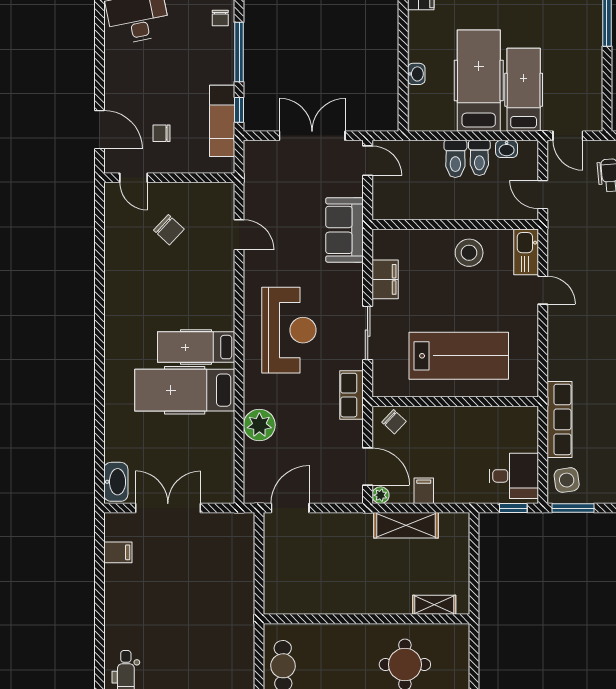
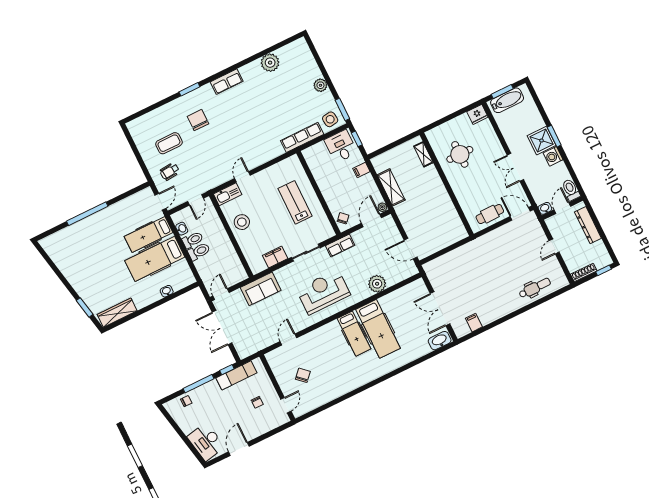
door: (99, 130) -> (239, 449), moved
lab bench: (459, 356) -> (295, 202), width x0.73, depth x0.72
filing cabinet: (424, 491) -> (361, 170), moved

